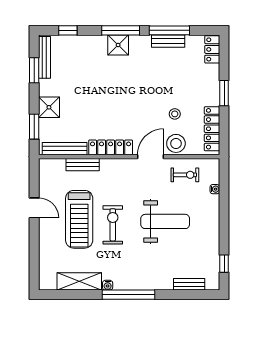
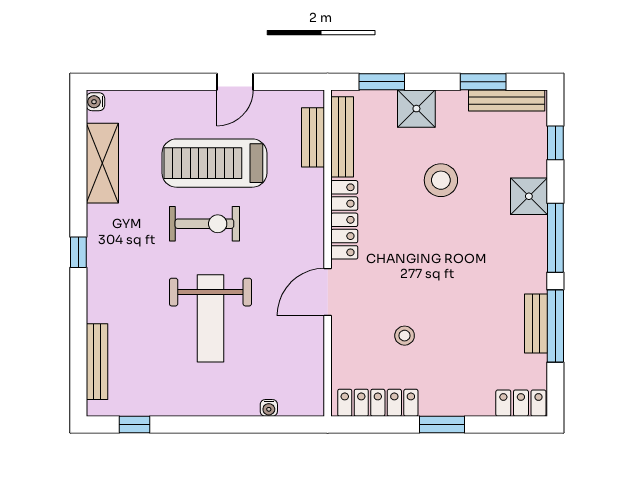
shower: (118, 45) -> (529, 196), moved
stool: (176, 143) -> (441, 180), moved
door: (151, 157) -> (328, 292), swing flipped
bench: (83, 165) -> (313, 137), moved
exercise bike: (185, 175) -> (295, 354), removed
bench: (189, 284) -> (97, 362), width x1.36
water cooler: (108, 285) -> (95, 102), moved
window: (129, 295) -> (78, 252), width x0.32

